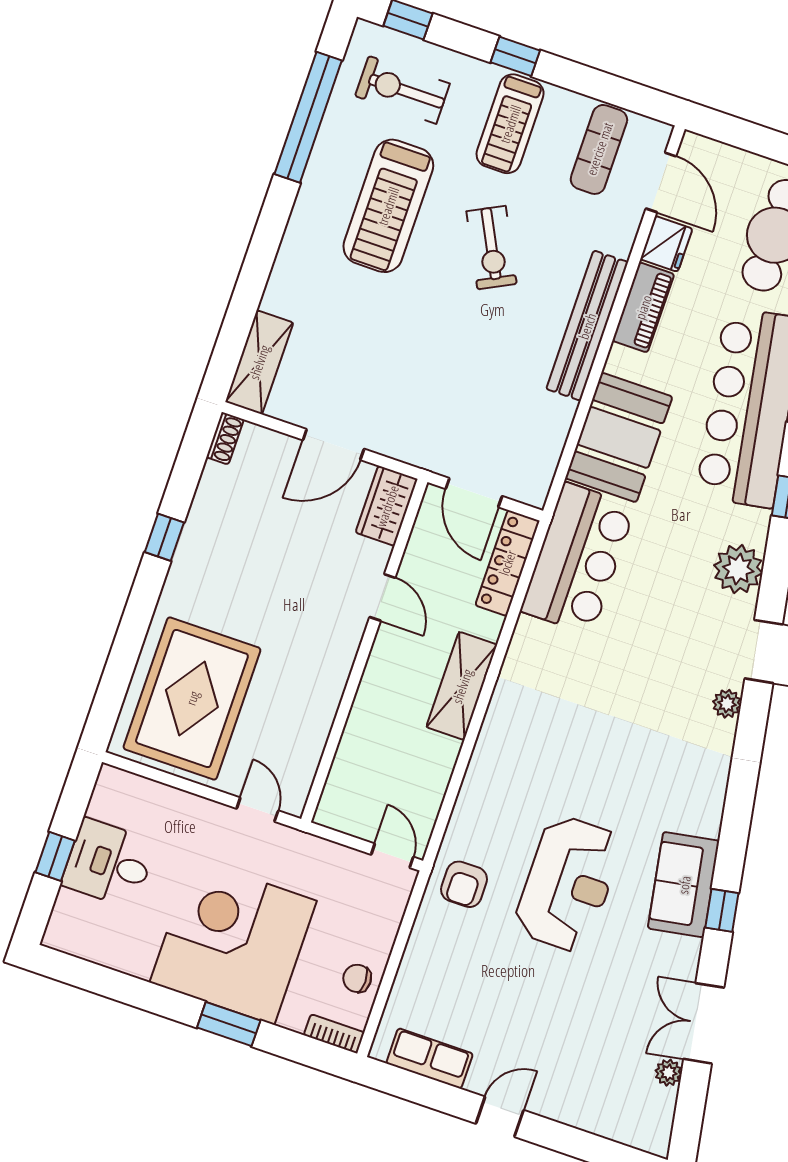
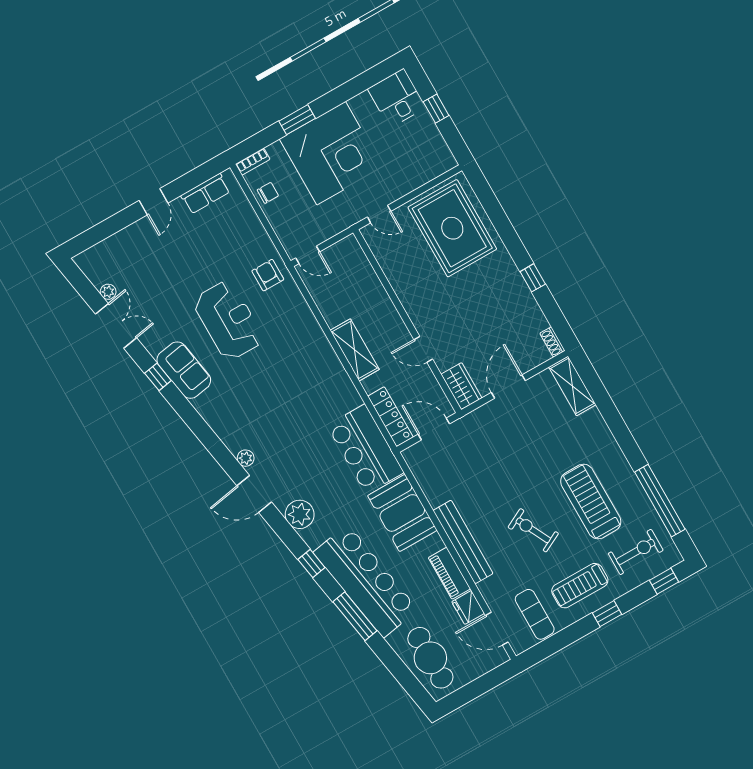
treadmill: (510, 124) -> (580, 586), turned -90
desk: (109, 863) -> (397, 98), moved, turned -90
reception desk: (568, 884) -> (228, 320), turned 180

